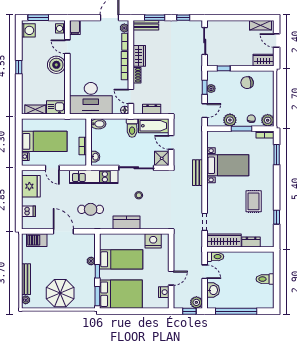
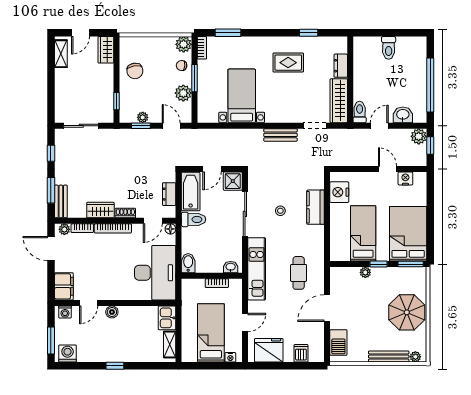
filing cabinet: (75, 28) -> (64, 286), width x2.00
boiler: (56, 65) -> (112, 312), width x0.54, depth x0.54
bench: (197, 173) -> (280, 135), moved
kitchen counter: (126, 223) -> (316, 207), moved

